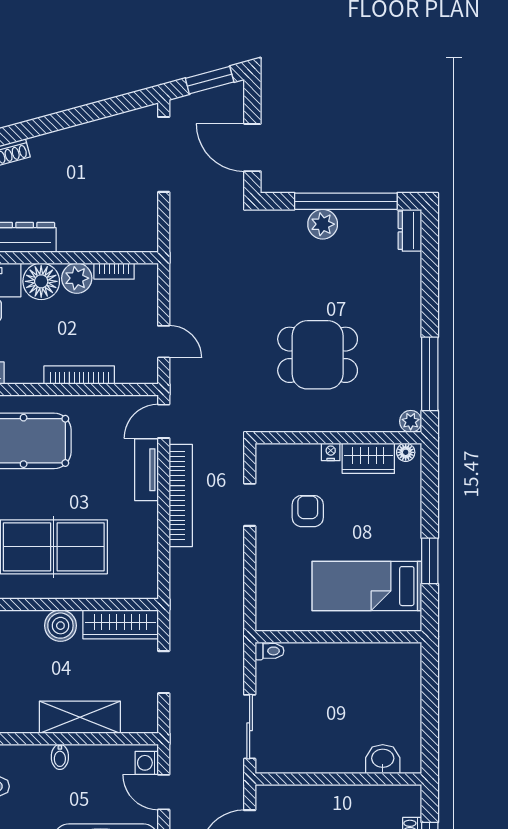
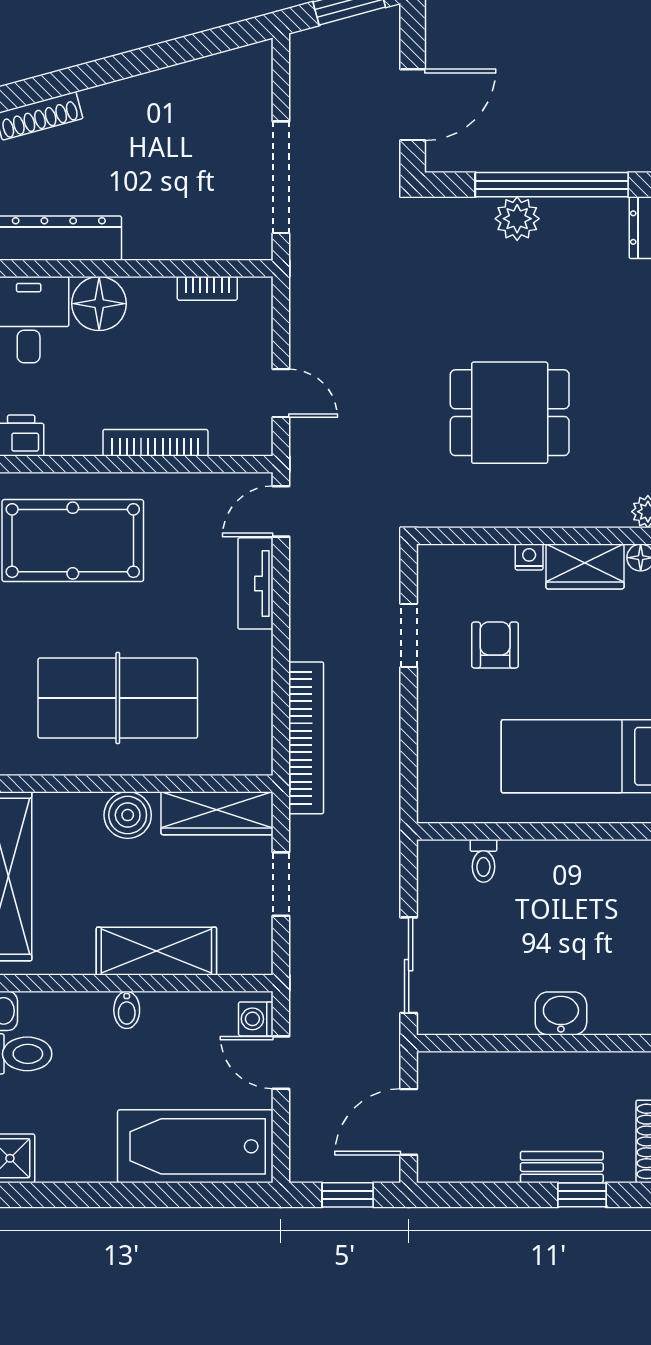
door: (252, 148) -> (413, 105), swing flipped
doorway: (164, 154) -> (281, 177), moved
plant: (77, 278) -> (152, 299), removed
bookcase: (181, 496) -> (306, 738), moved
toilet: (269, 651) -> (483, 861), moved, turned 90
washbasin: (383, 759) -> (561, 1013), moved

